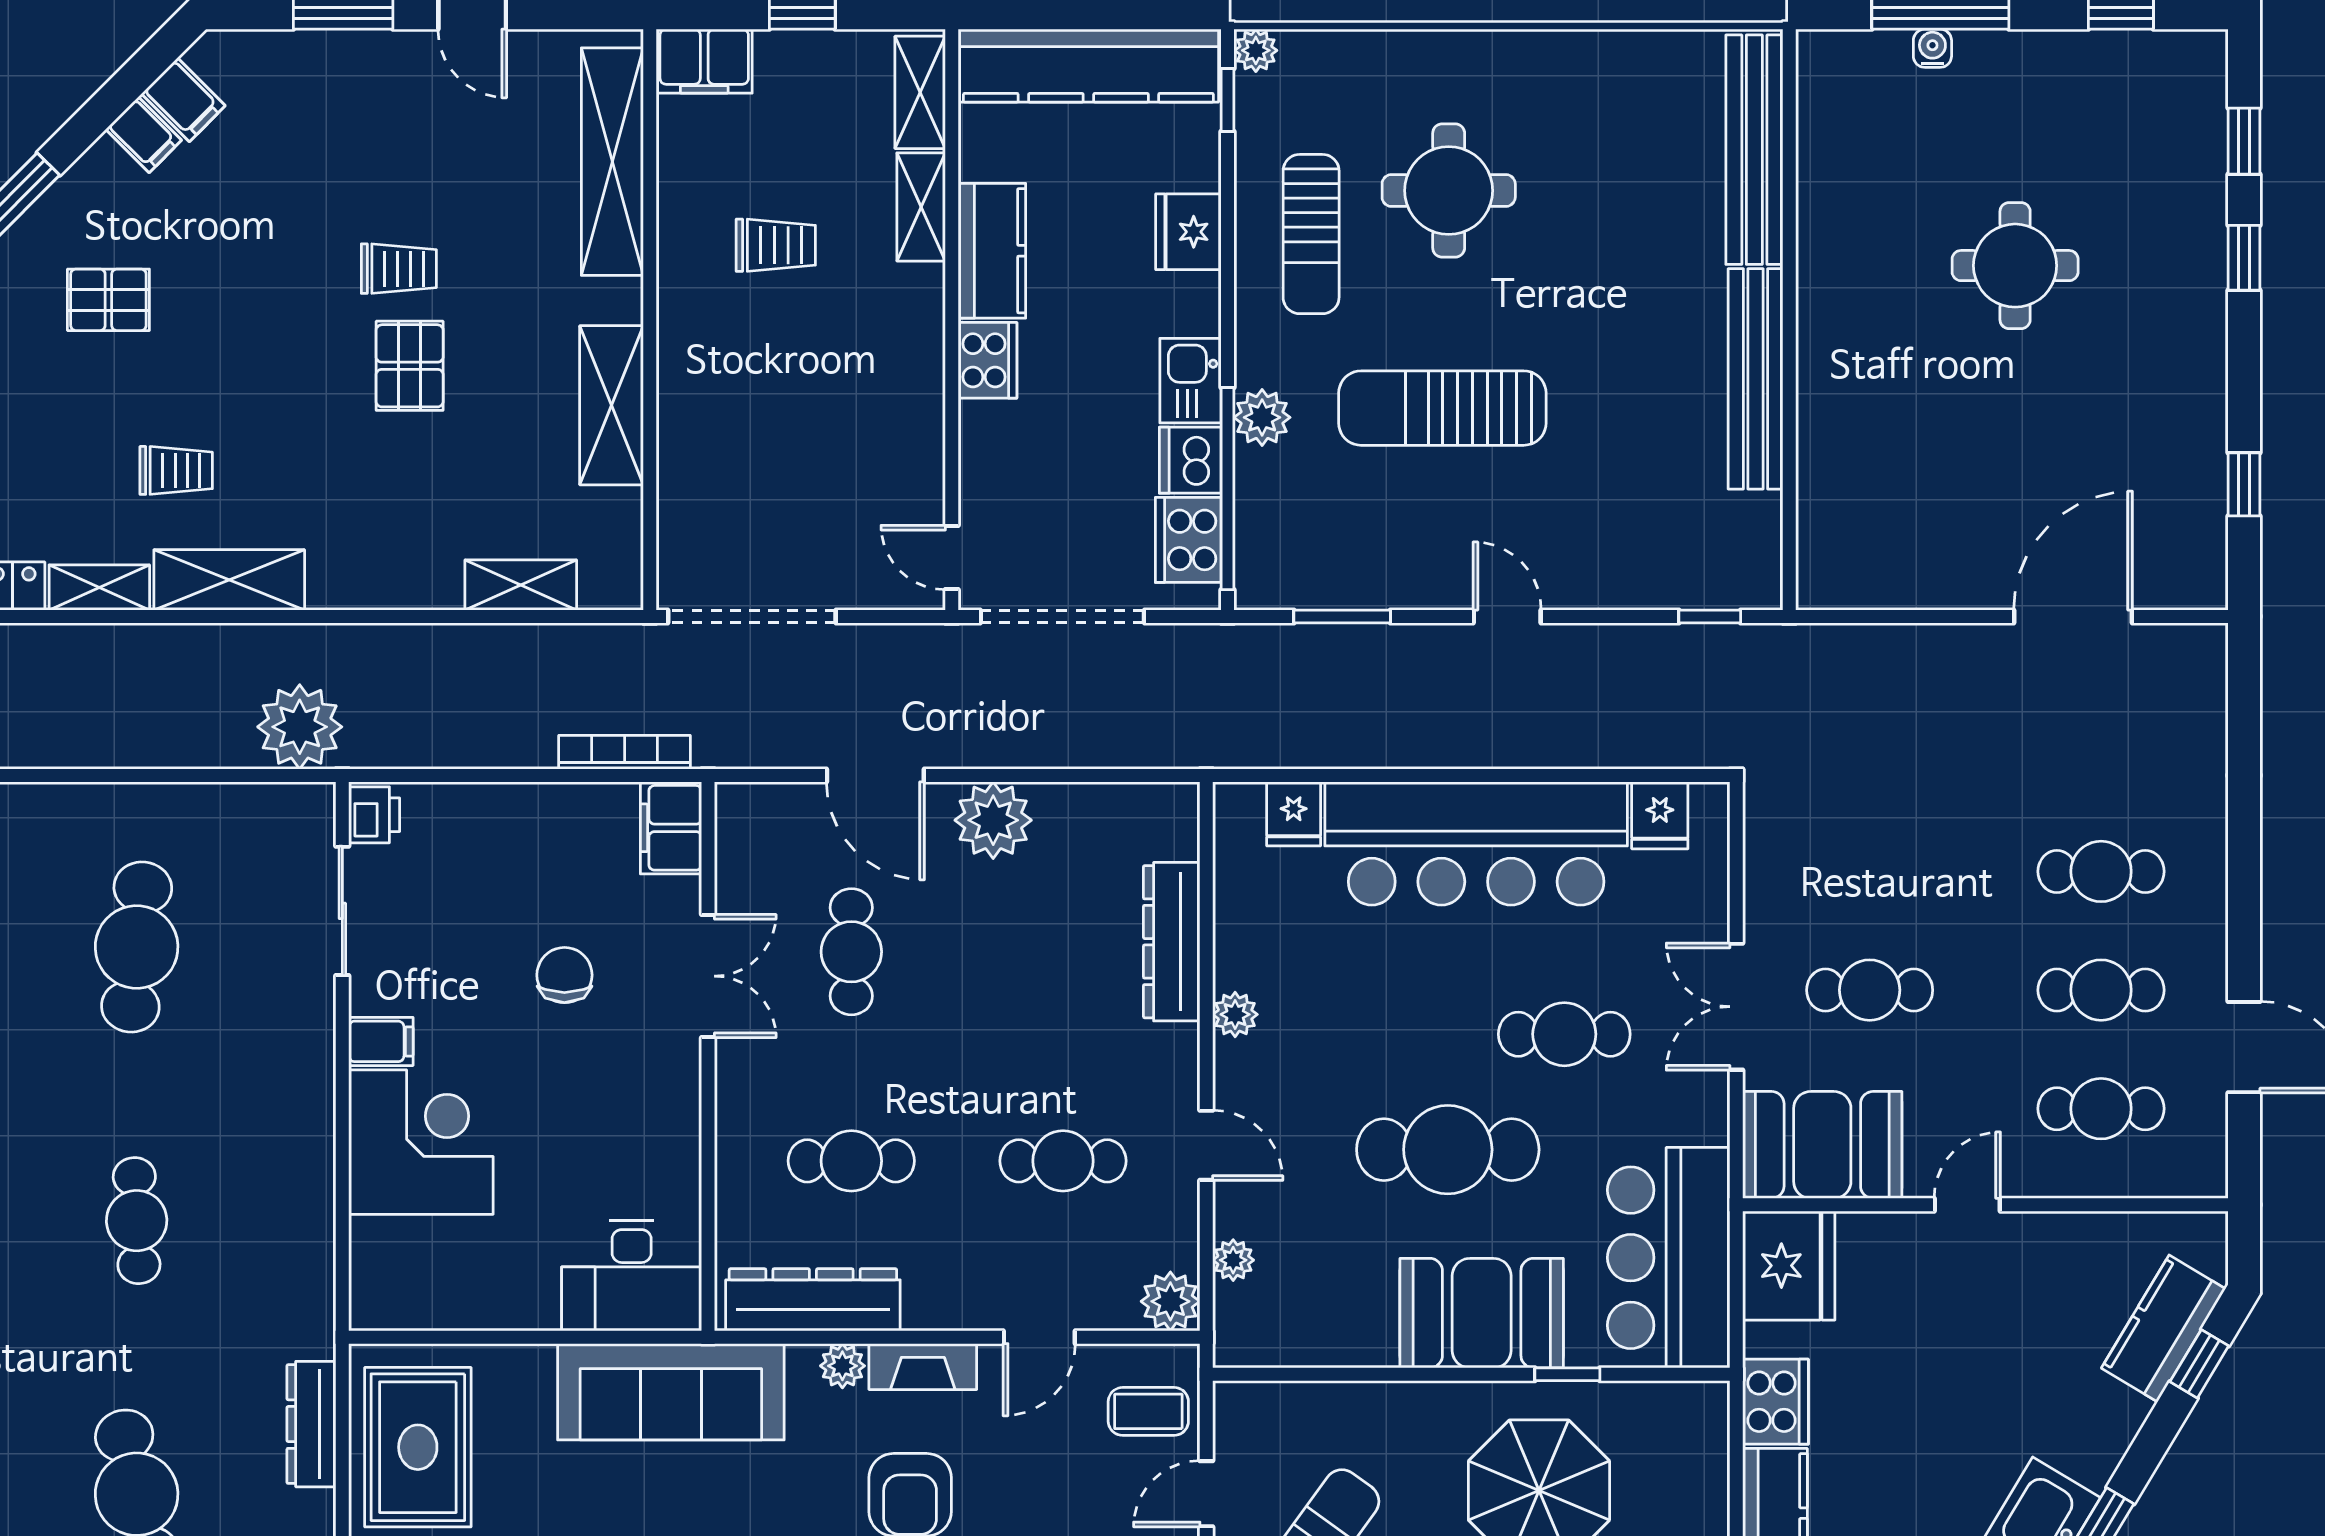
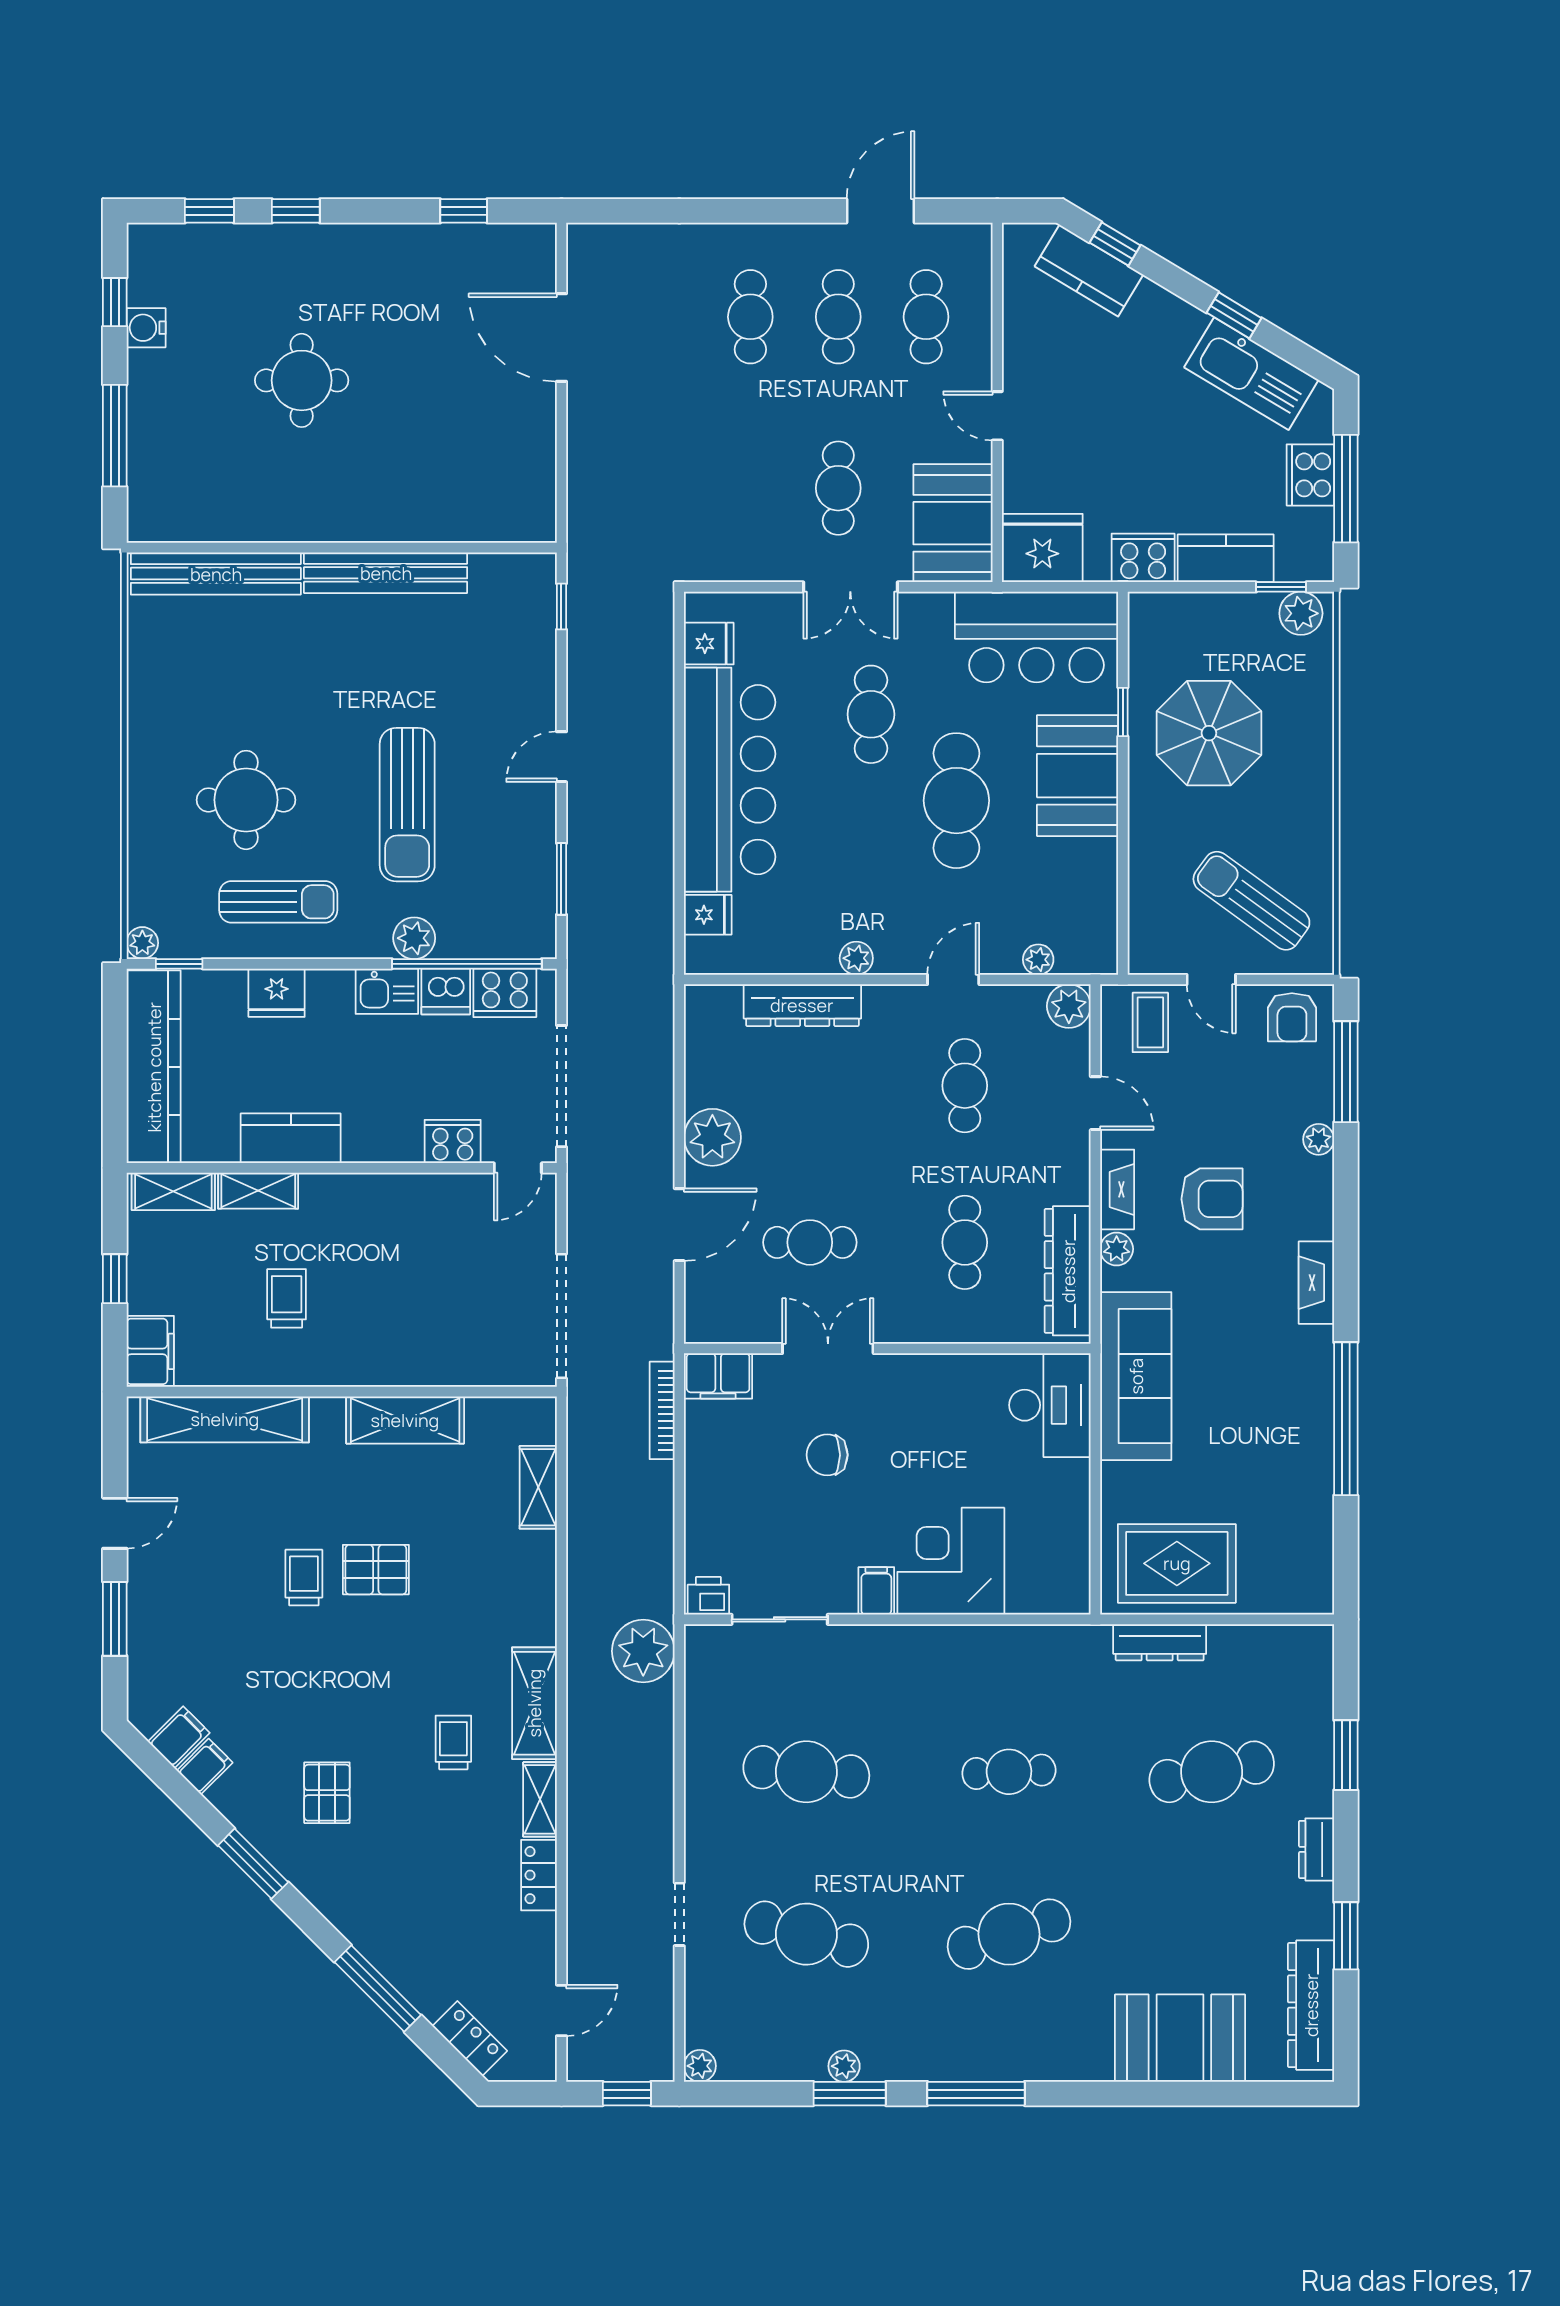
water cooler: (1932, 48) -> (146, 328), moved, width x1.38, depth x1.38
cooker: (988, 360) -> (453, 1142), moved

